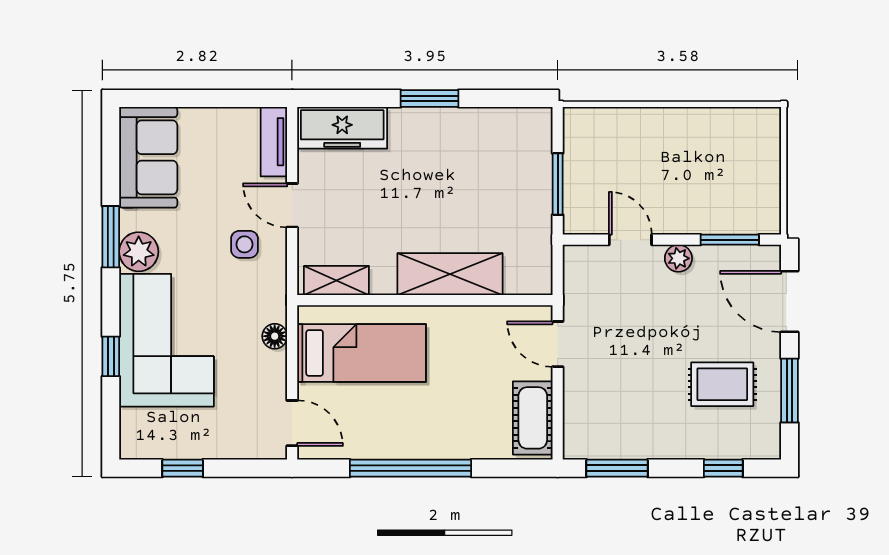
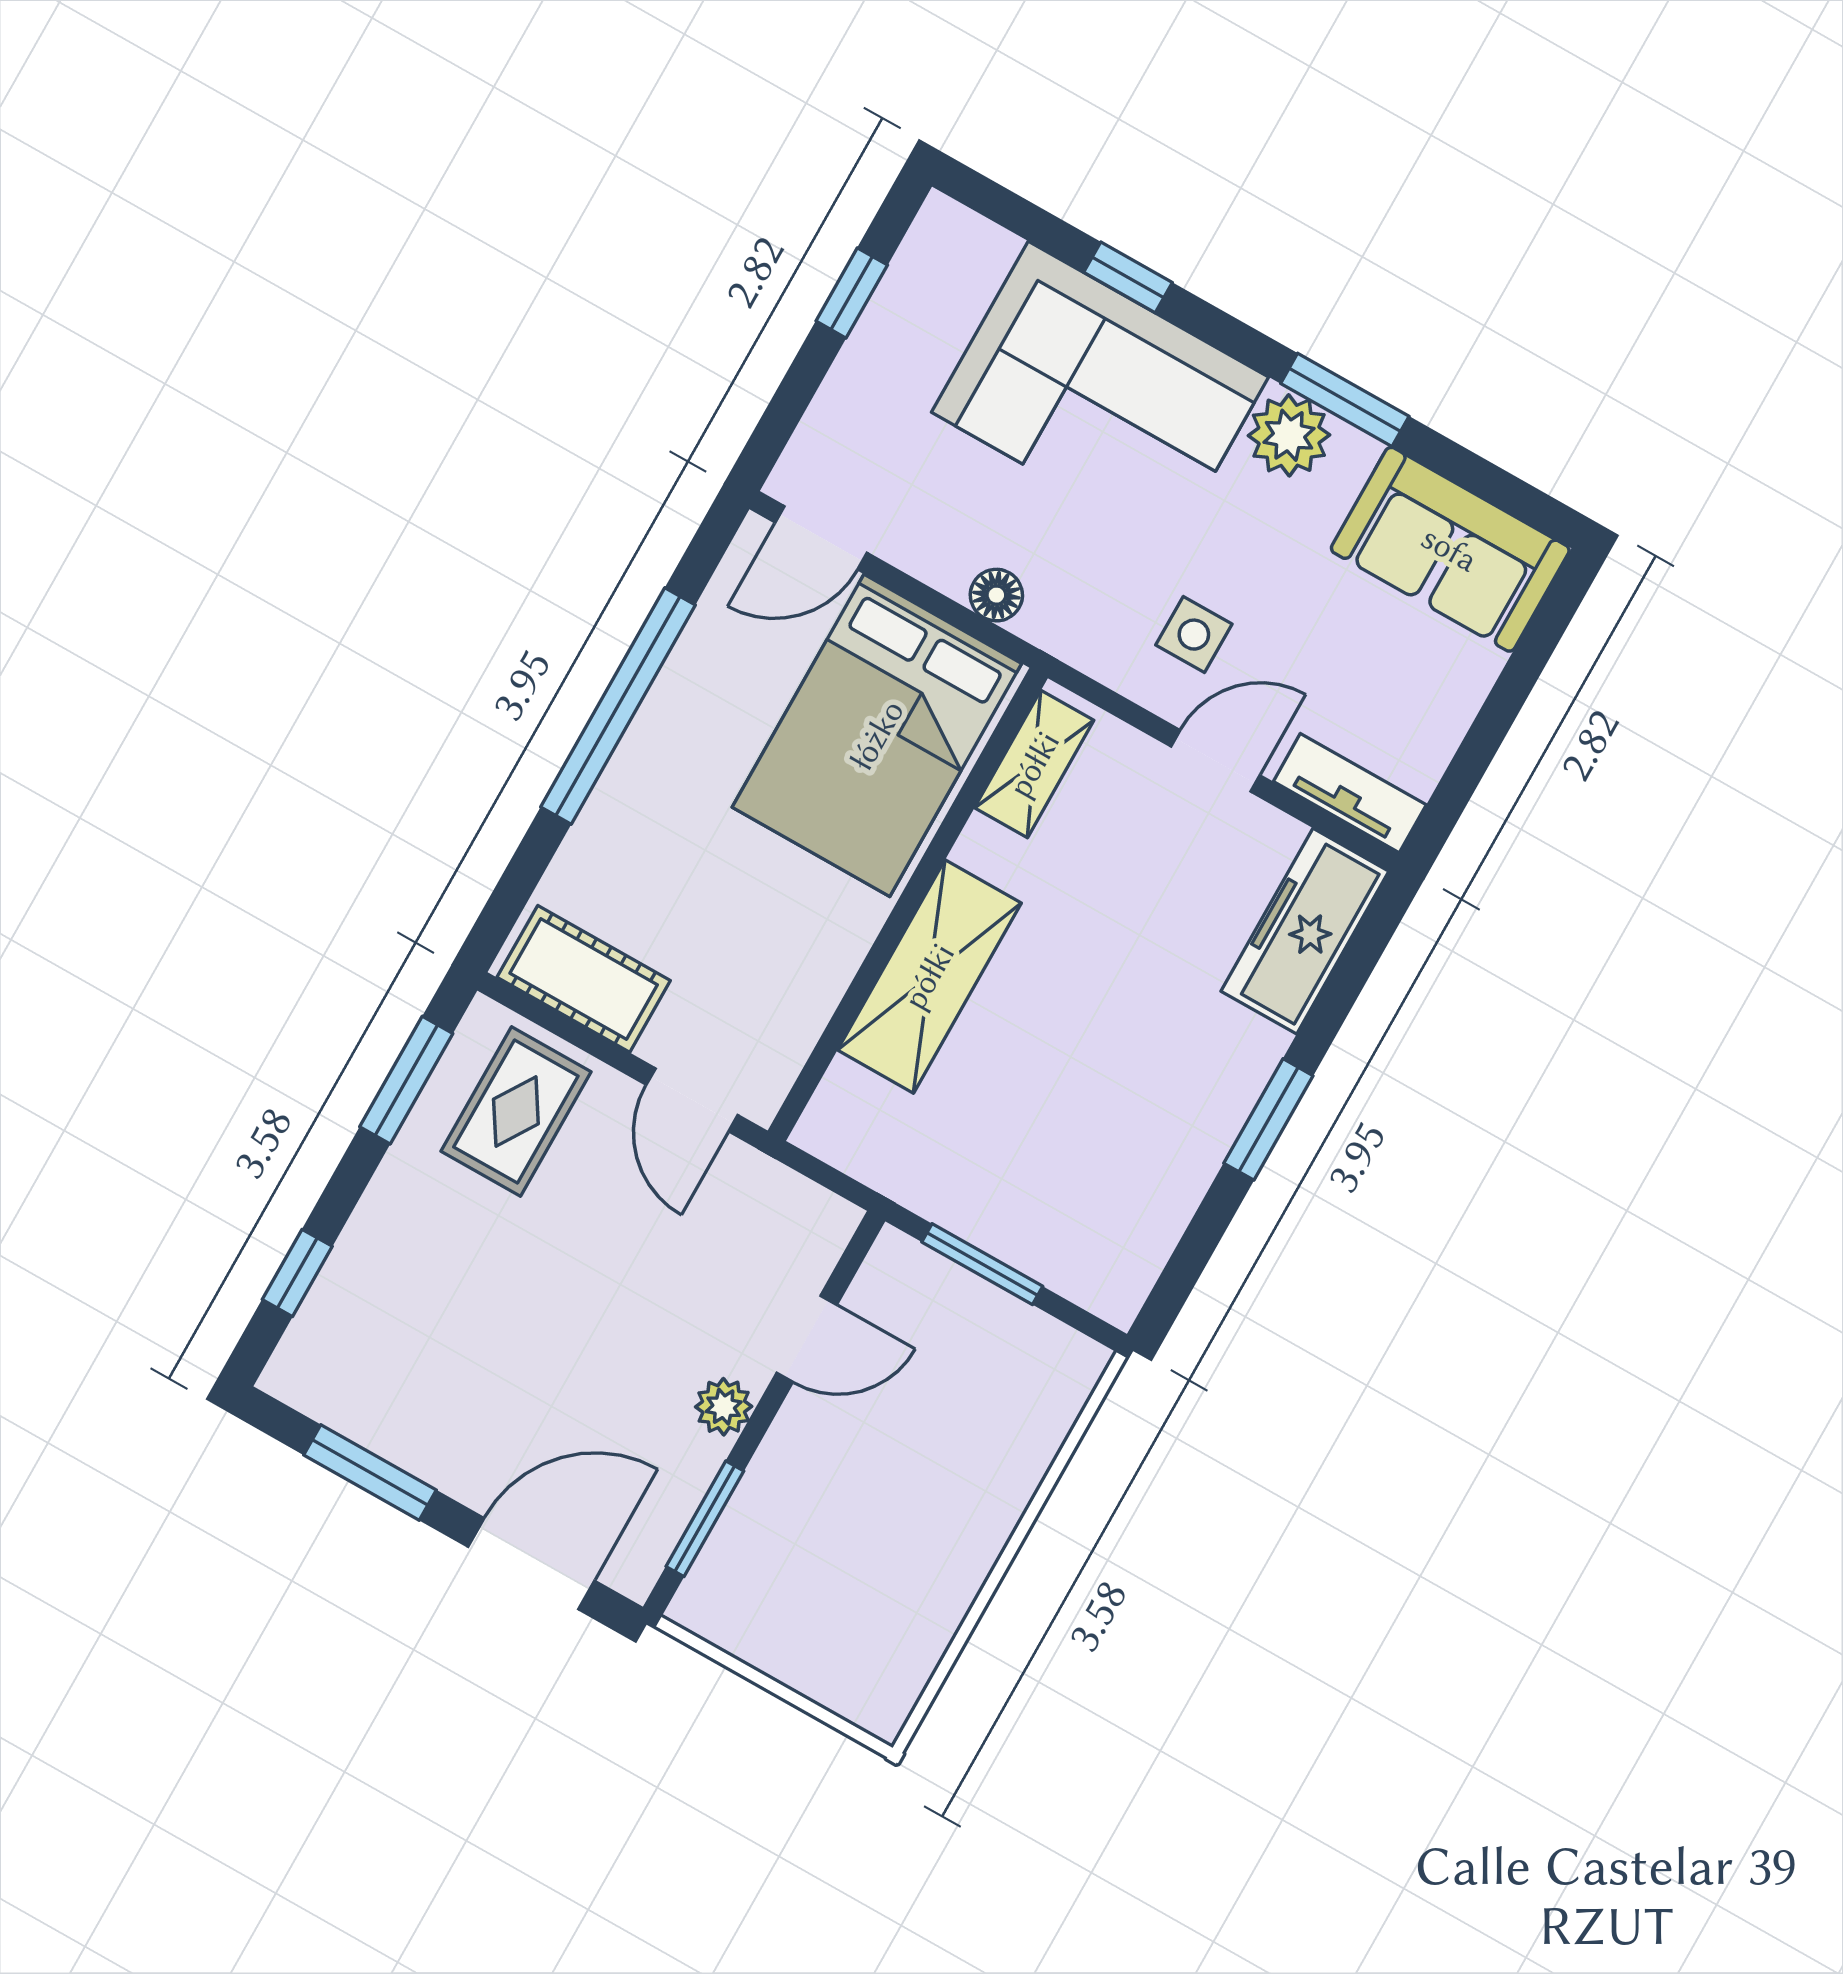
door: (558, 344) -> (692, 1100), swing flipped
bed: (362, 353) -> (877, 735), width x1.50
rug: (722, 384) -> (516, 1111), moved

